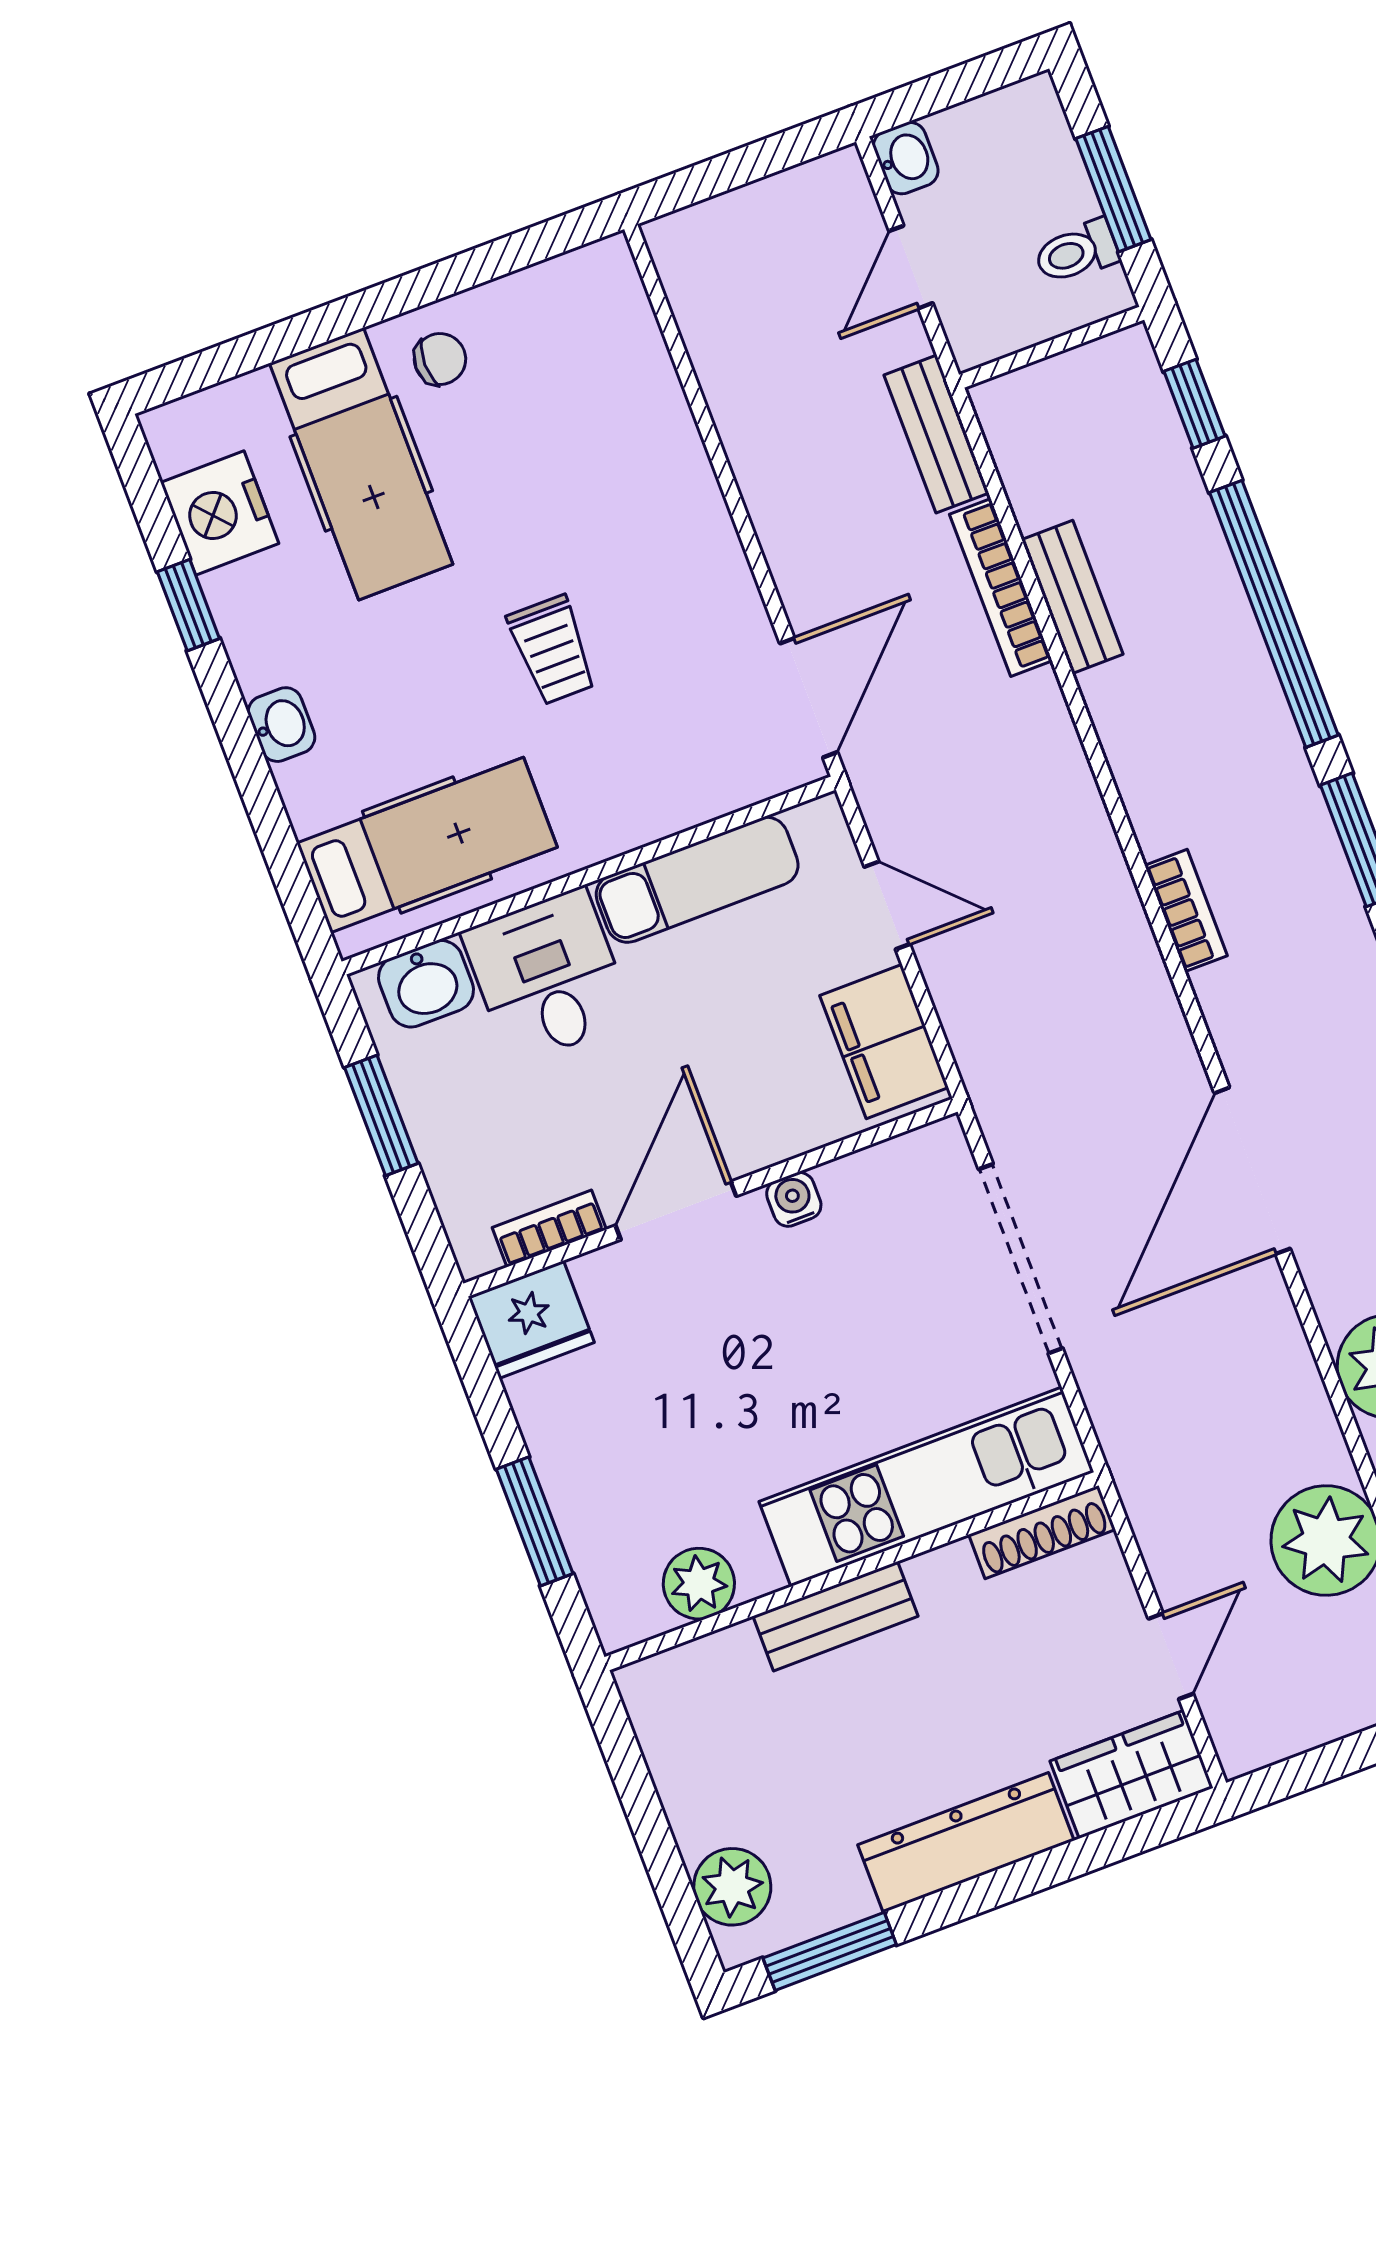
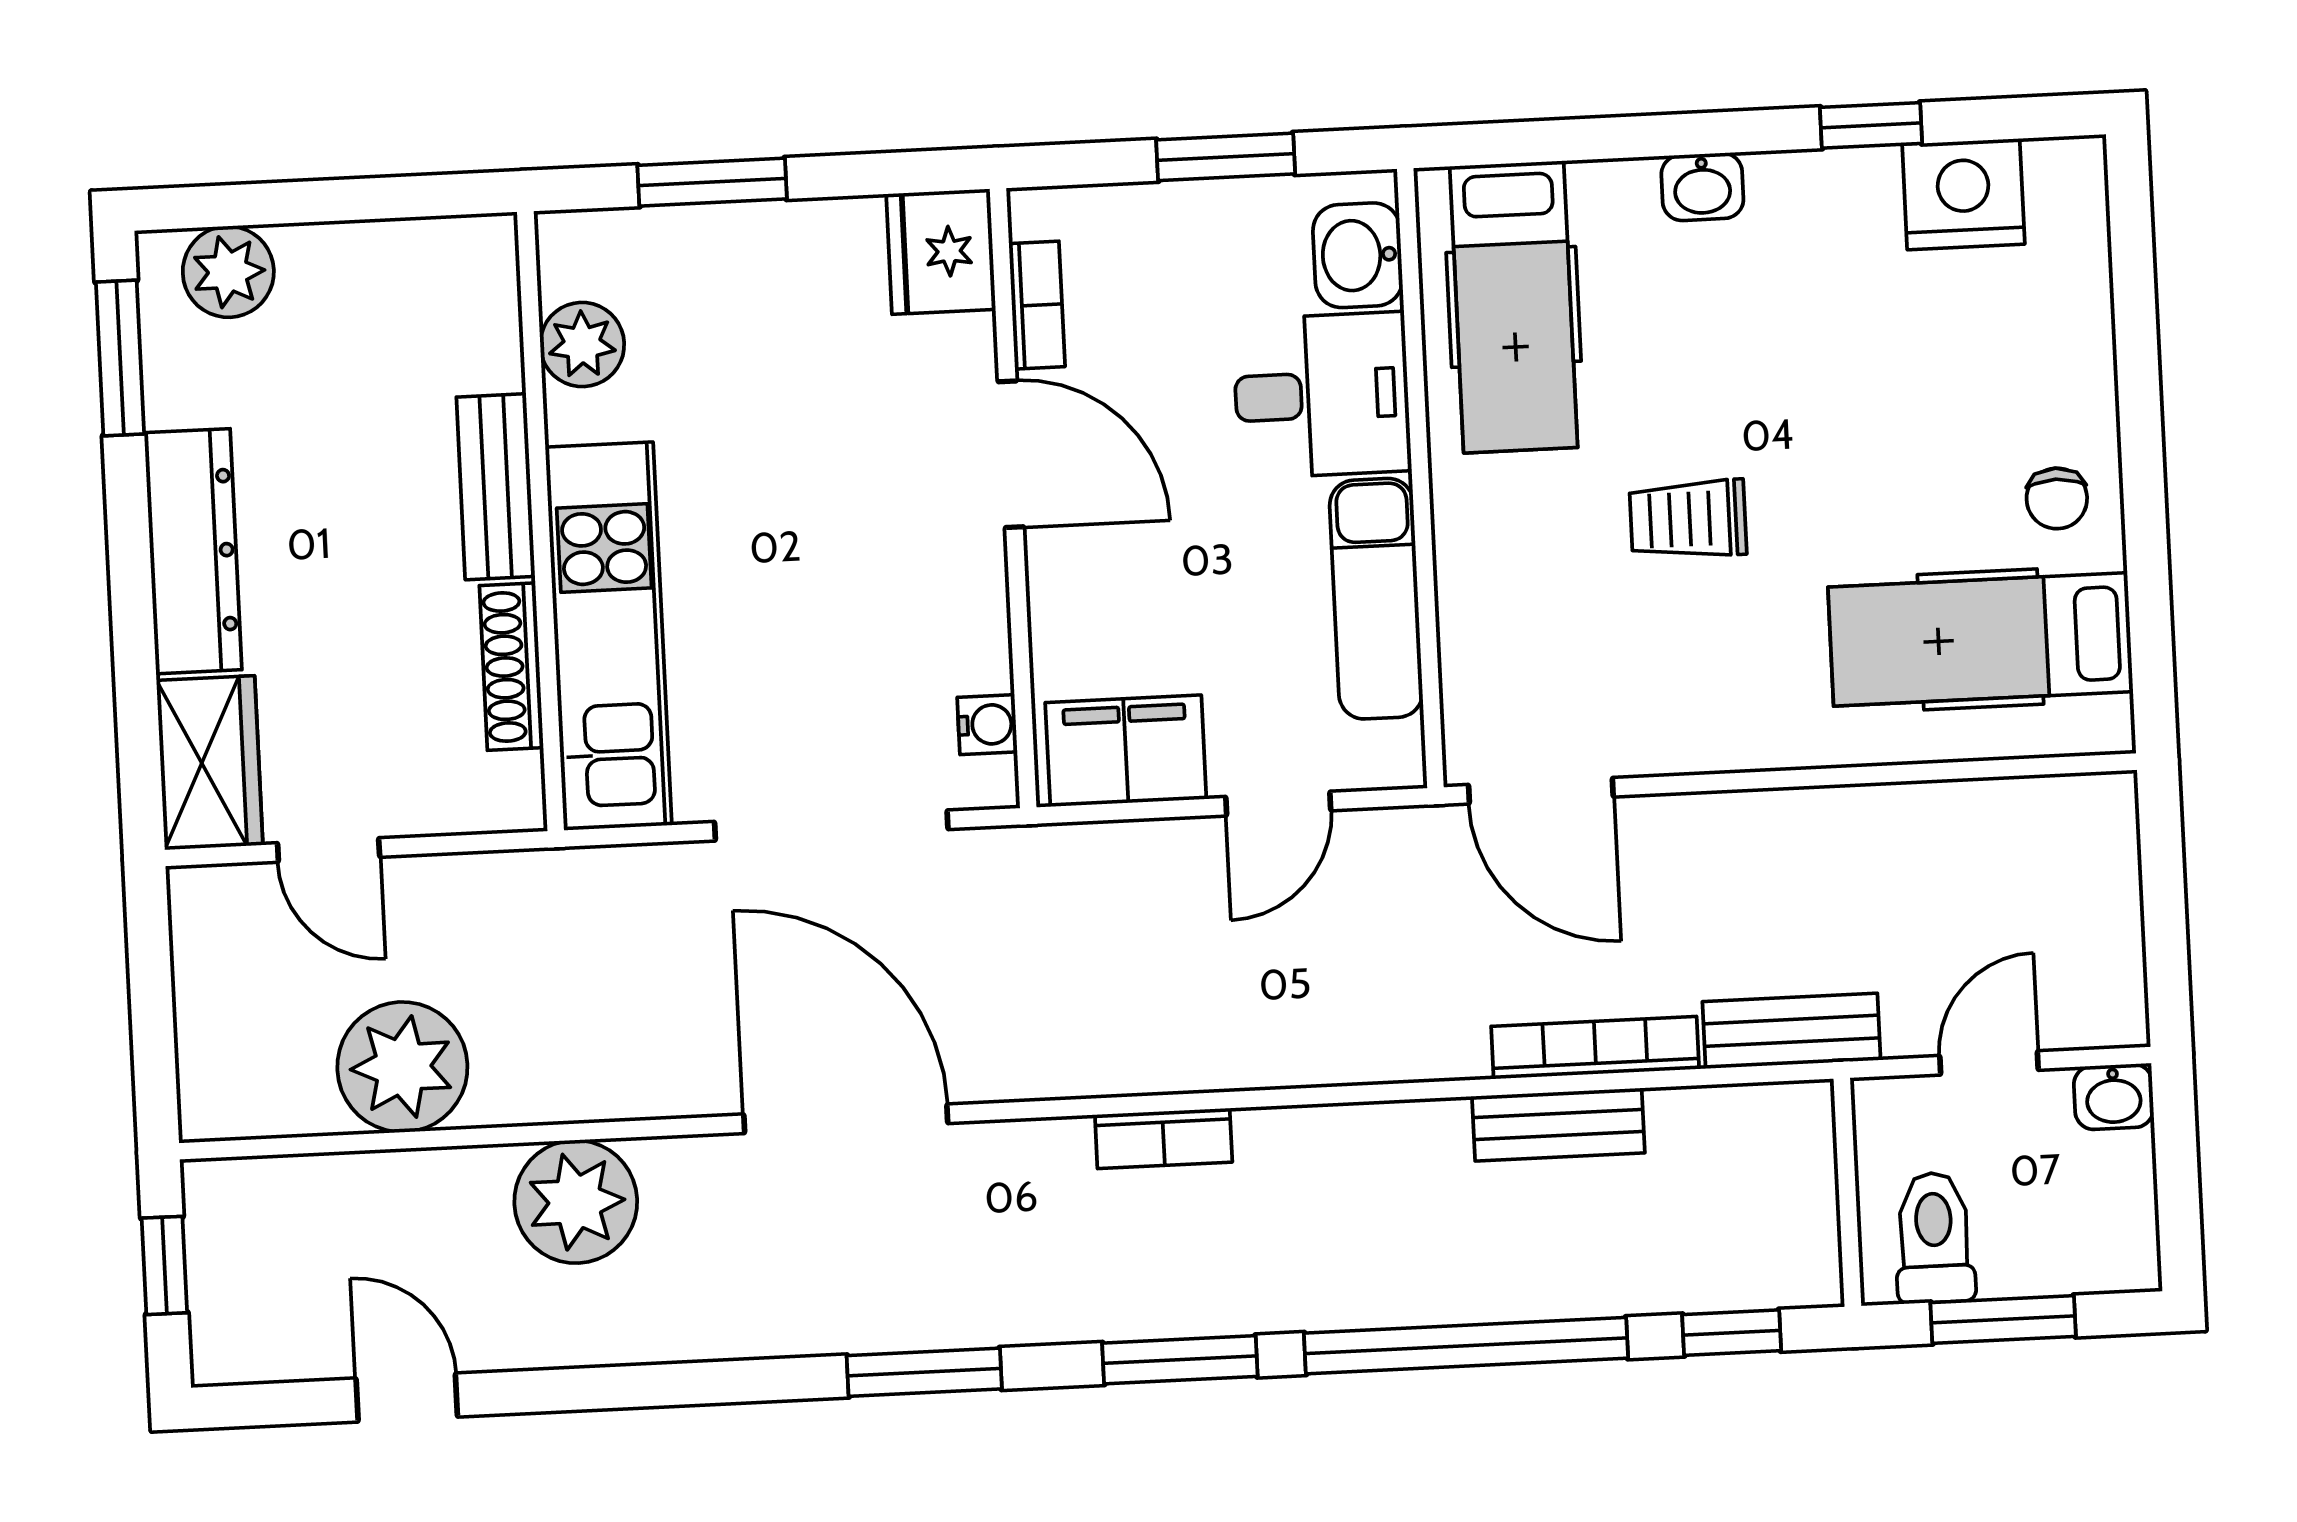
toilet: (1077, 252) -> (1934, 1238), width x1.37, depth x1.39
door: (911, 267) -> (1989, 1063), hinge flipped
hospital bed: (361, 464) -> (1980, 639), moved
water cooler: (794, 1199) -> (987, 725), moved
shoe rack: (1042, 1532) -> (511, 667), moved

